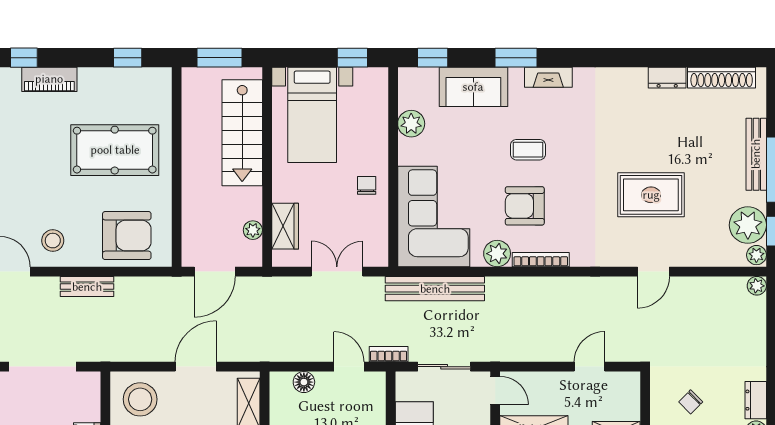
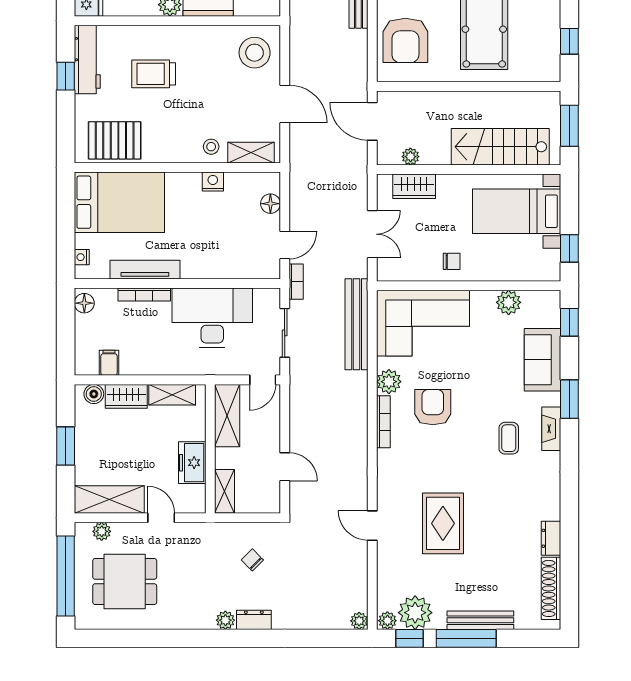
coffee table: (528, 150) -> (509, 438), moved

